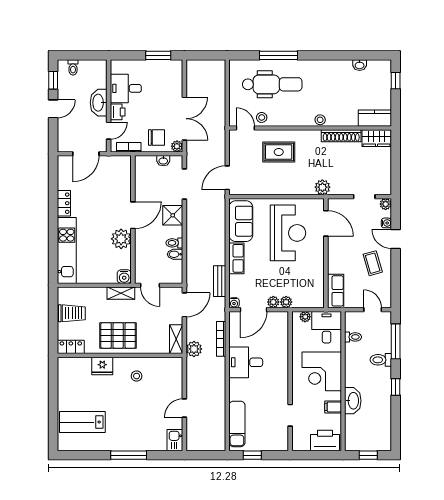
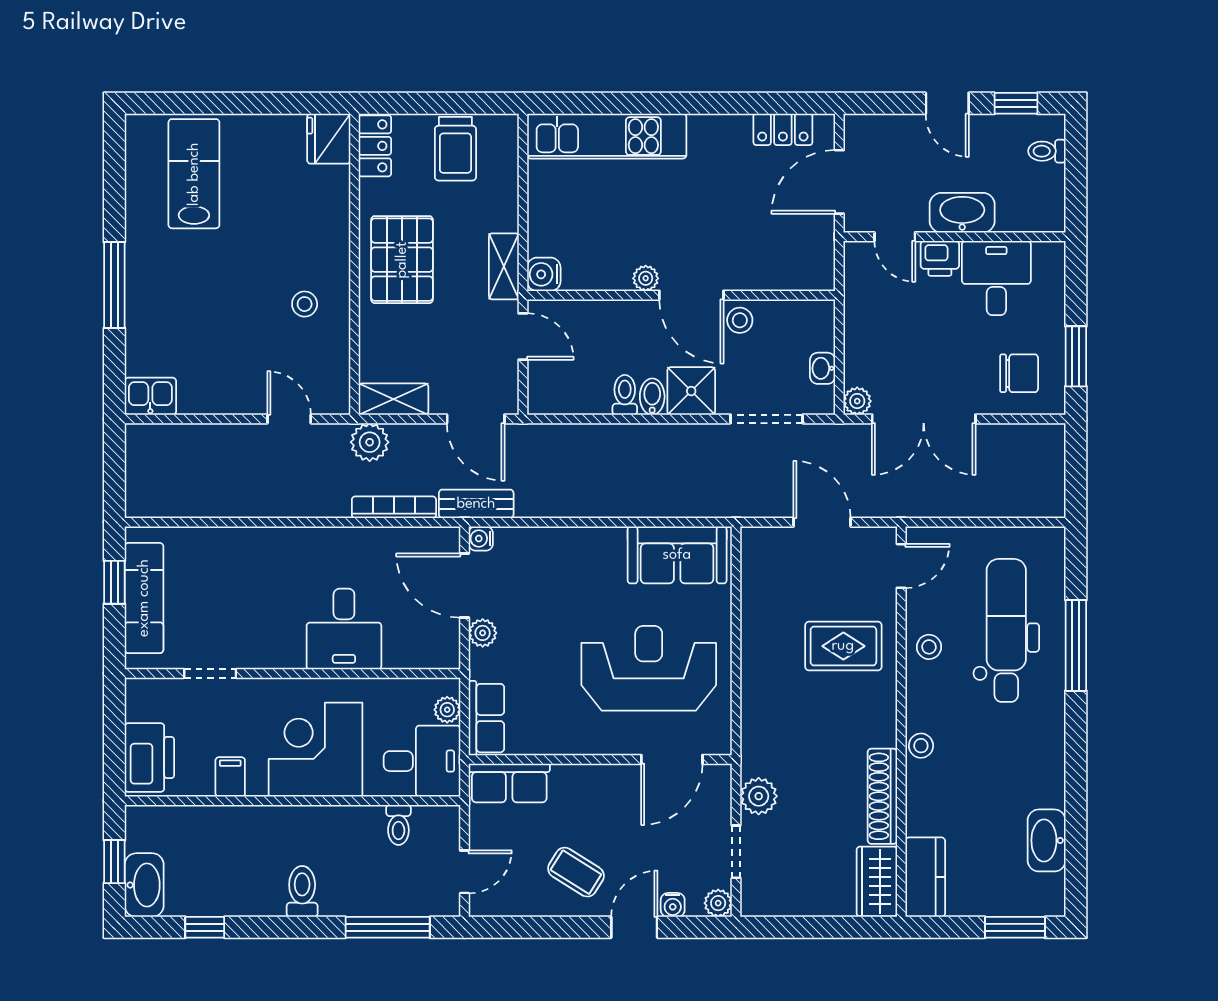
washbasin: (360, 65) -> (1047, 840), width x1.91, depth x1.45
window: (396, 81) -> (1015, 927), width x1.50
dental chair: (272, 84) -> (1006, 630), turned 180
stool: (262, 117) -> (929, 647), moved
chair: (157, 137) -> (1019, 373), moved, turned -90
bookcase: (129, 147) -> (855, 285), removed
rug: (279, 152) -> (843, 646), turned 90
door: (86, 154) -> (839, 182), hinge flipped
door: (227, 178) -> (822, 522), moved
plant: (322, 187) -> (759, 796), moved
stool: (143, 195) -> (740, 320), added
locker: (64, 203) -> (783, 129), moved
reception desk: (288, 233) -> (649, 668), turned 180
plant: (121, 239) -> (646, 278), width x0.53, depth x0.53
bidet: (175, 254) -> (652, 397), moved
row of seats: (236, 258) -> (486, 718), moved, turned -90
coffee table: (373, 263) -> (576, 872), turned 48
bench: (220, 281) -> (476, 504), moved
door: (150, 285) -> (523, 336), swing flipped
plant: (286, 302) -> (483, 664), removed
toilet: (381, 360) -> (302, 891), moved
desk: (246, 362) -> (344, 629), moved, turned 180
fridge: (102, 366) -> (329, 139), moved
window: (396, 387) -> (205, 927), moved
washbasin: (353, 401) -> (144, 885), moved, turned -90
door: (184, 408) -> (289, 419), moved
exam couch: (237, 424) -> (144, 598), moved, turned -90

